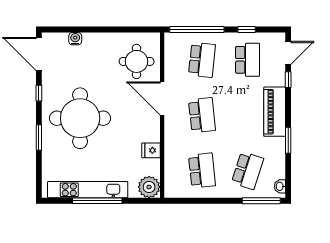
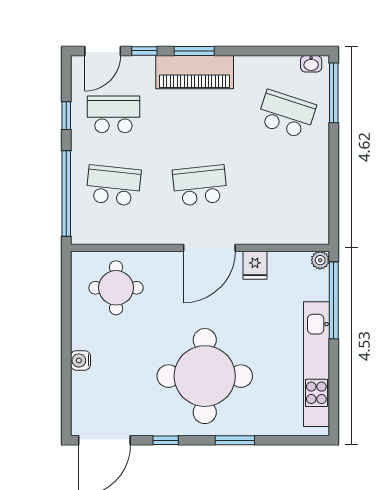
water cooler: (75, 39) -> (80, 360), moved
door: (288, 53) -> (103, 51), swing flipped
door: (162, 99) -> (209, 248), moved
window: (288, 140) -> (194, 51), moved
school desk: (202, 171) -> (286, 185), removed
plant: (149, 187) -> (320, 260), width x0.53, depth x0.53
window: (97, 201) -> (334, 300), moved

